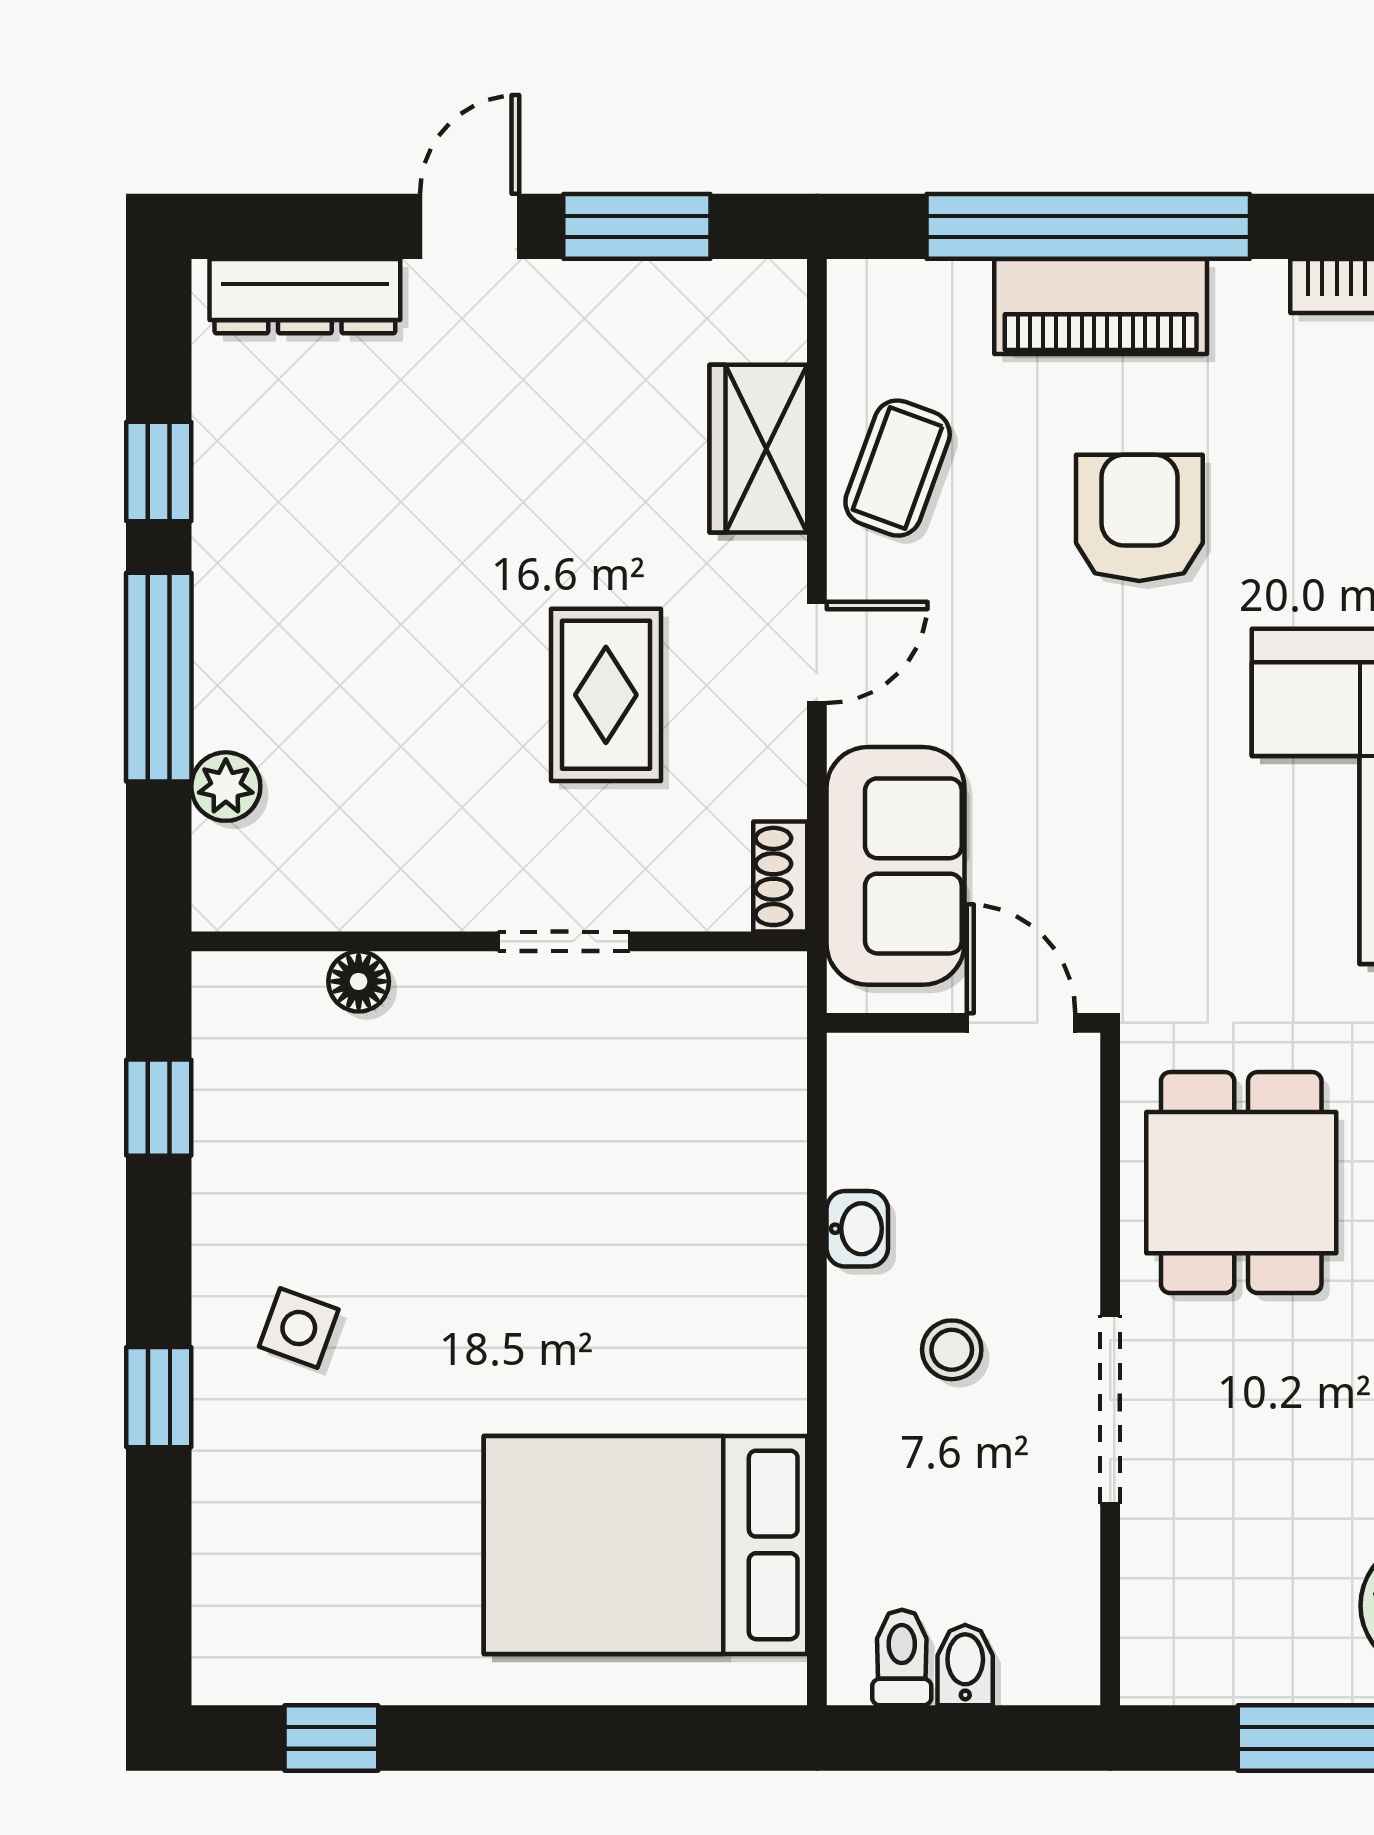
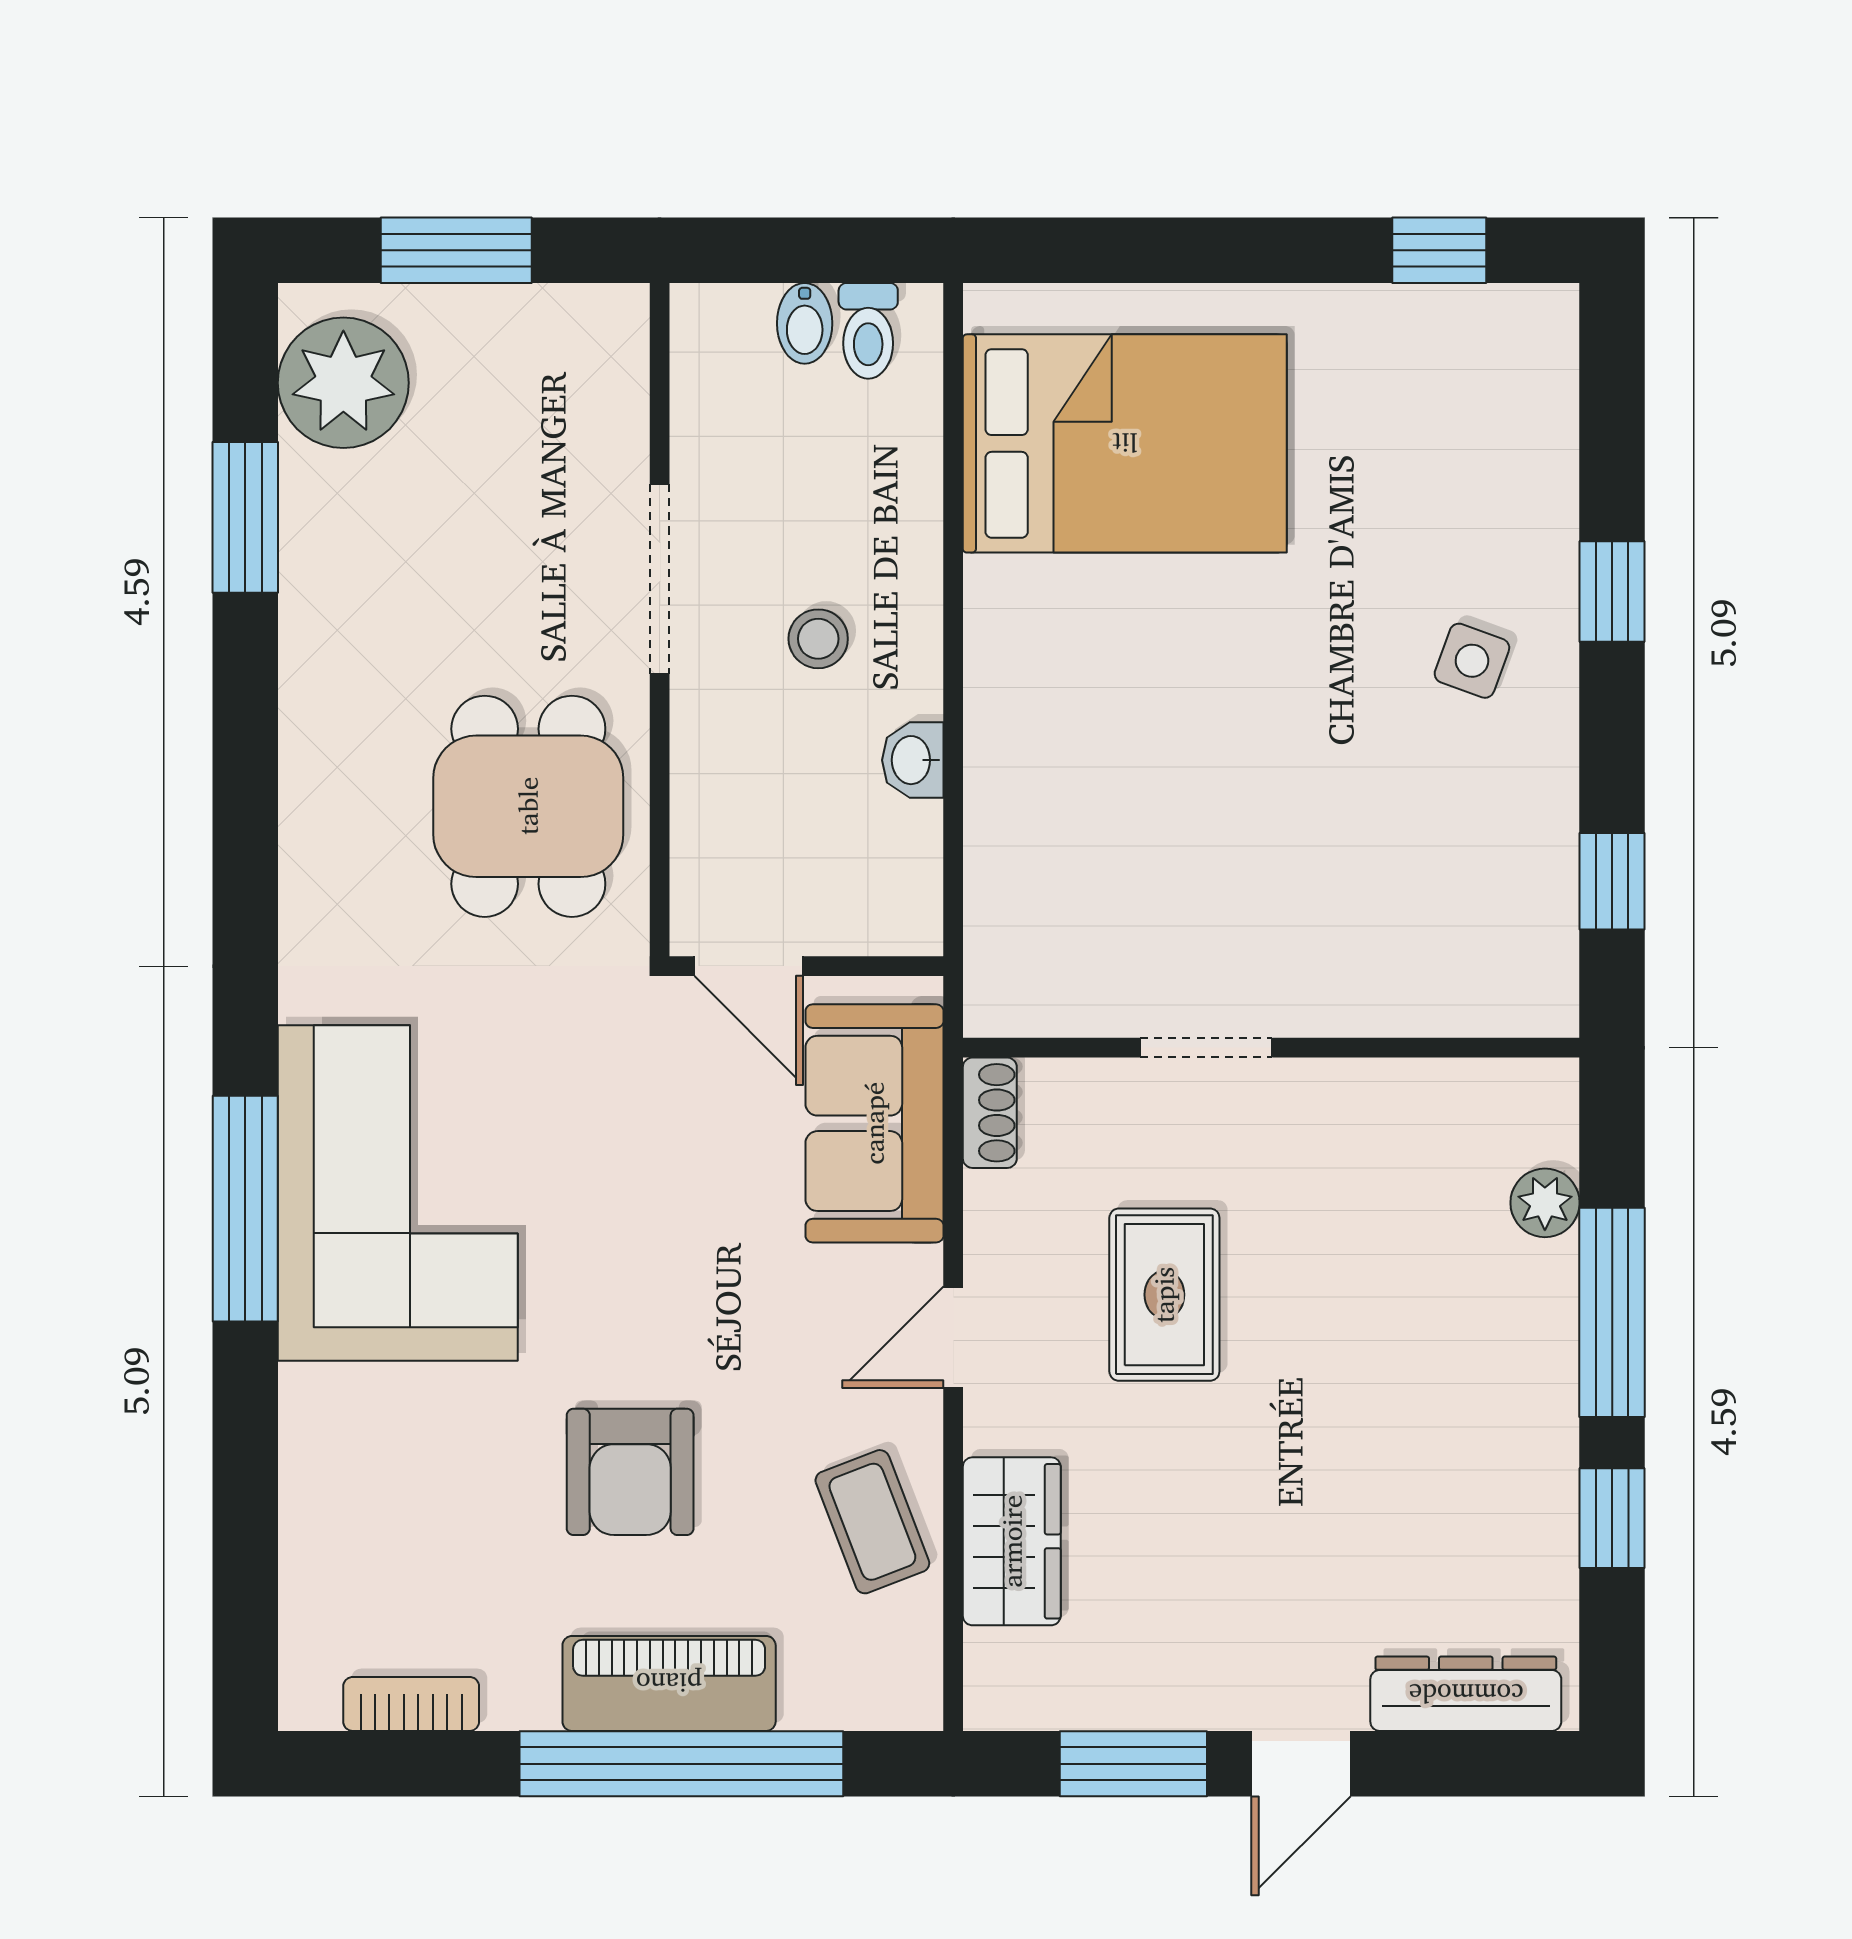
coffee table: (898, 468) -> (872, 1522), turned -41
floor lamp: (359, 981) -> (1412, 1008), removed

